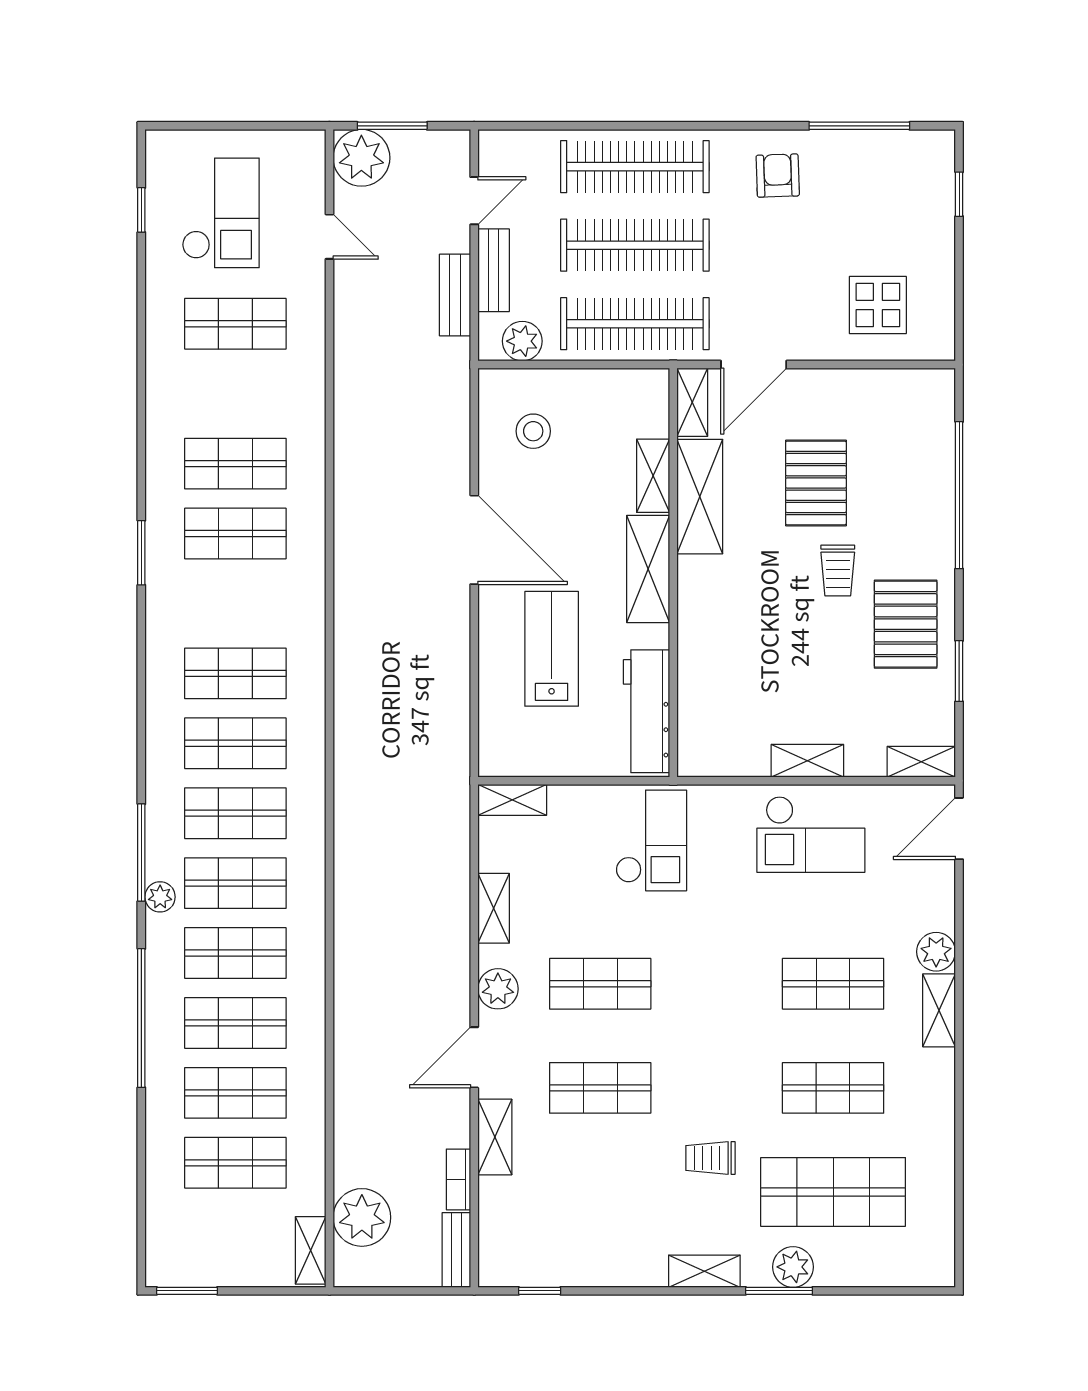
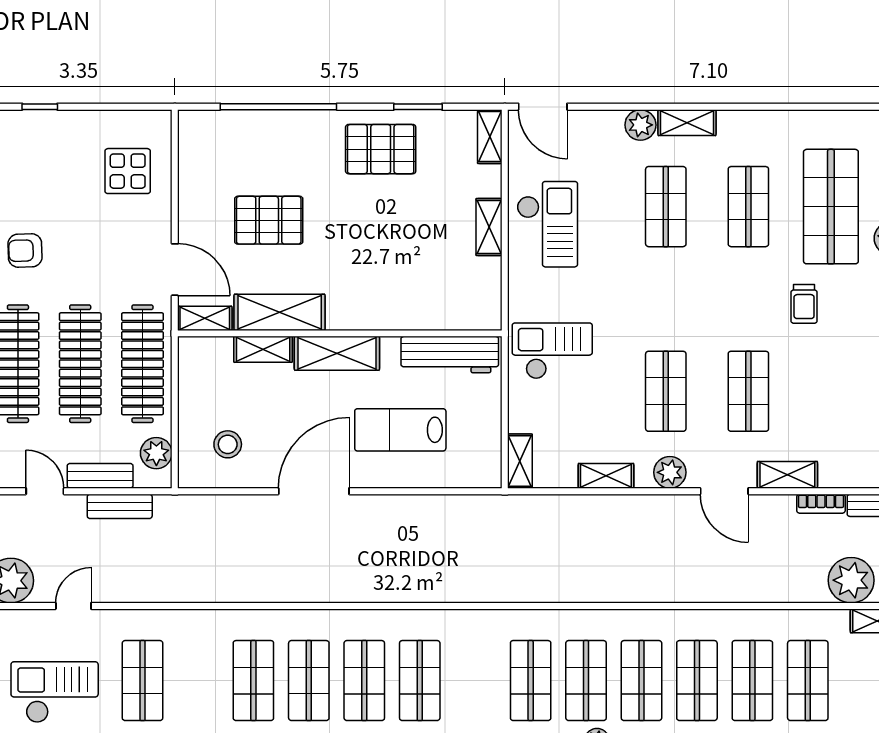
trolley: (838, 570) -> (338, 203), removed
shop shelf: (235, 743) -> (364, 681), moved

